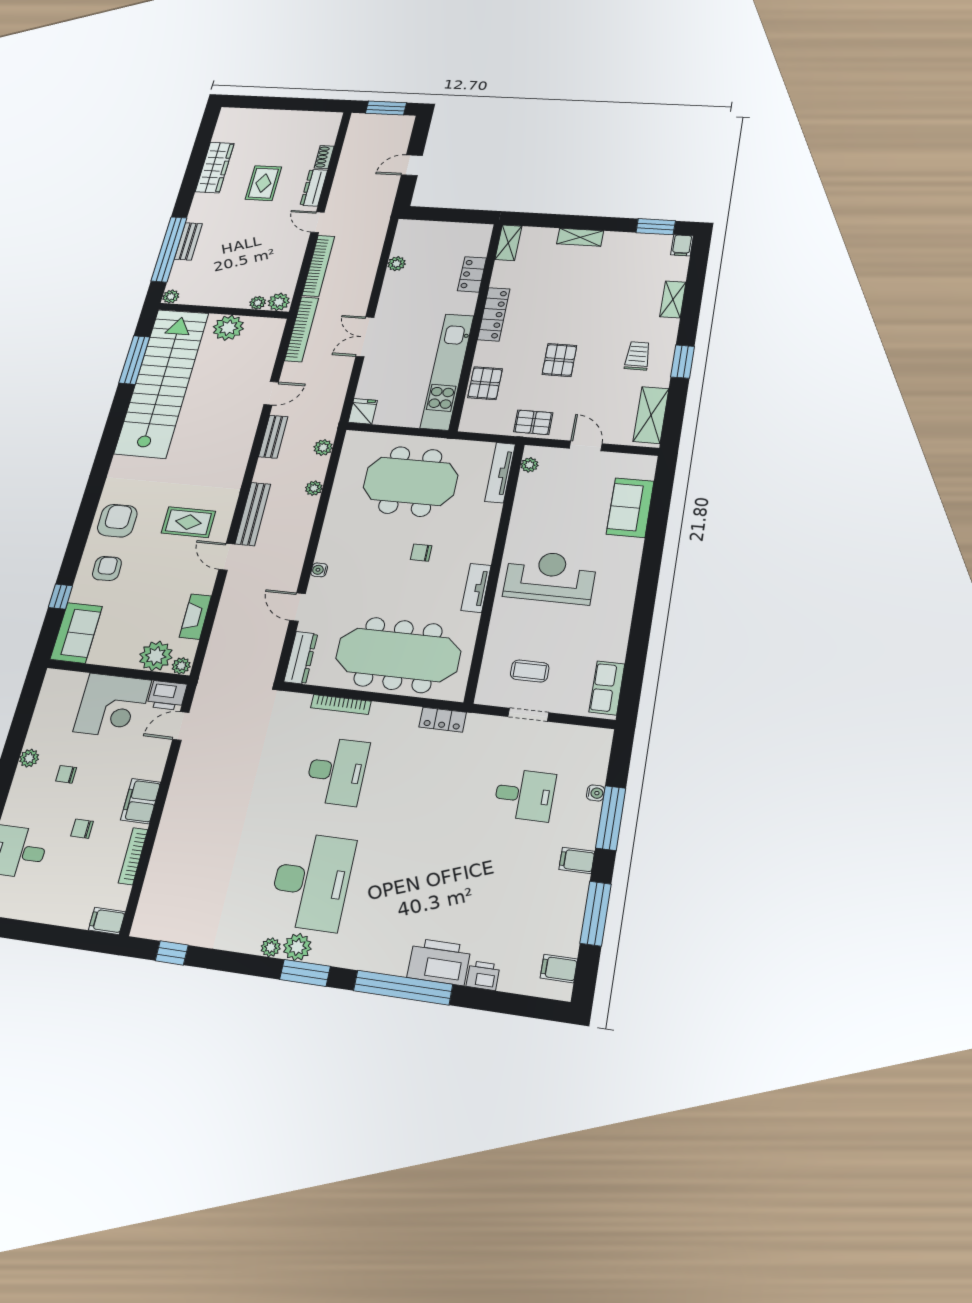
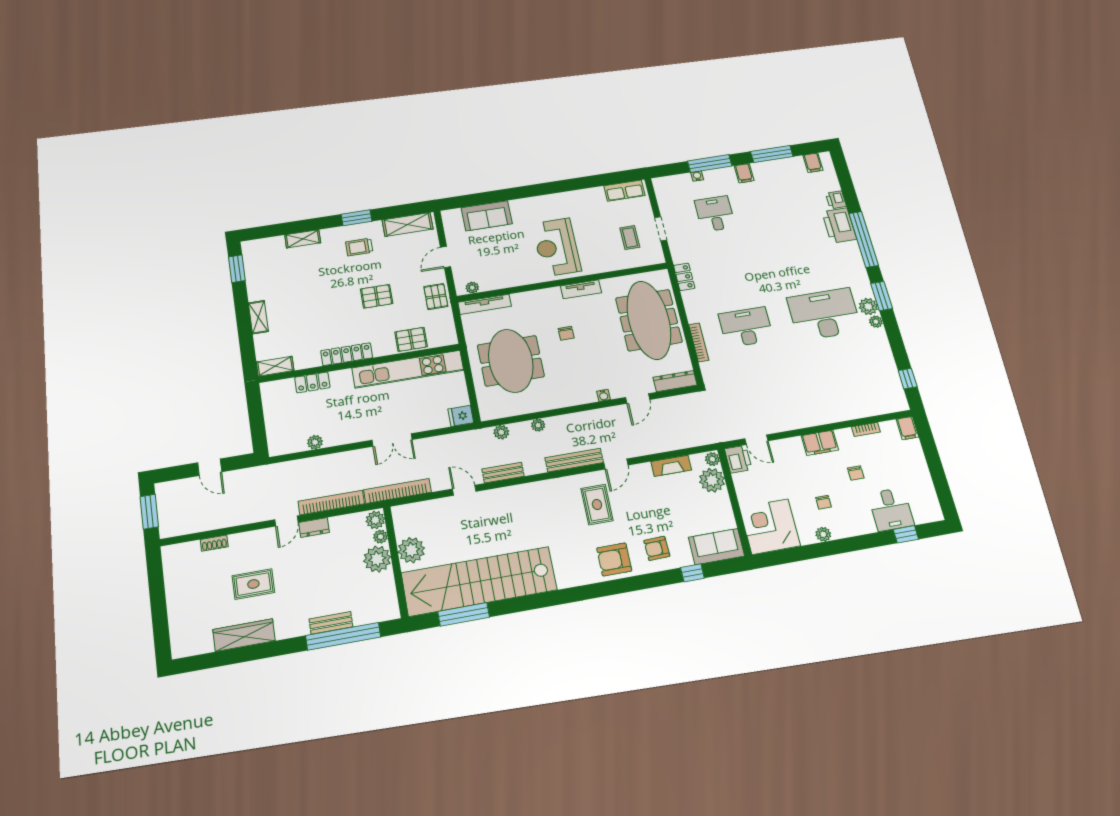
dresser: (314, 188) -> (314, 527), moved, width x0.70
filing cabinet: (682, 245) -> (251, 247), removed
plant: (171, 297) -> (377, 559), moved, width x1.88, depth x1.88
corner desk: (112, 706) -> (770, 527), moved, turned -90
bookcase: (133, 856) -> (866, 429), width x0.64

